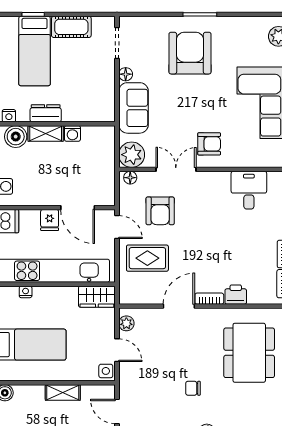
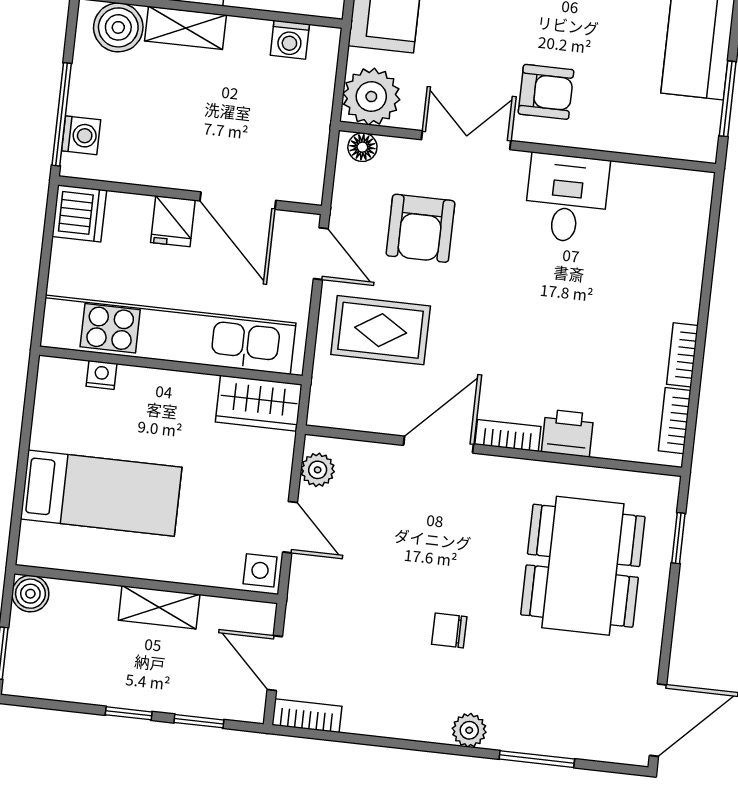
washing machine: (72, 133) -> (290, 40), moved
desk: (249, 190) -> (567, 198), moved

